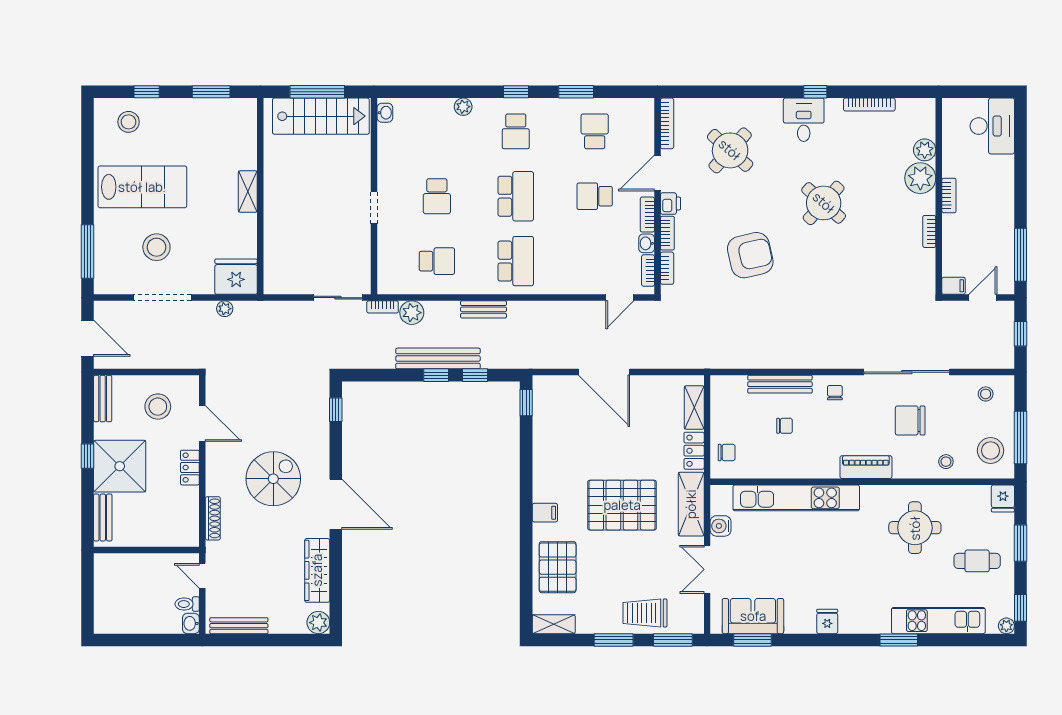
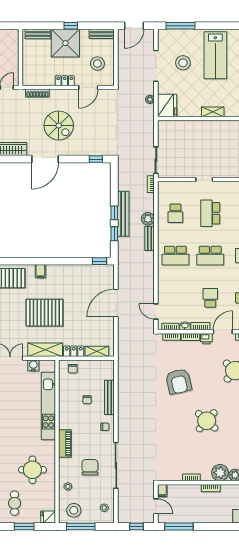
door: (657, 173) -> (223, 332), hinge flipped
school desk: (437, 196) -> (210, 213), width x1.85
plant: (412, 313) -> (148, 219), moved
pallet: (622, 505) -> (45, 313), turned 90

